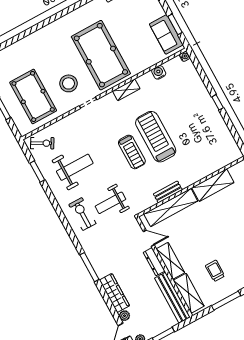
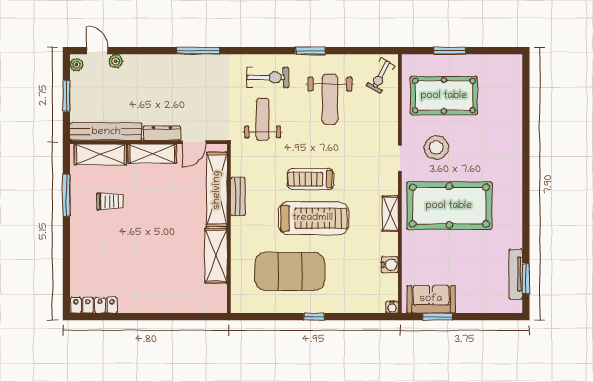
exercise mat: (197, 133) -> (290, 271), added
window: (37, 172) -> (310, 51), moved
wardrobe: (114, 293) -> (150, 64), removed

